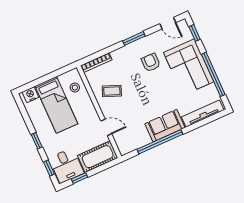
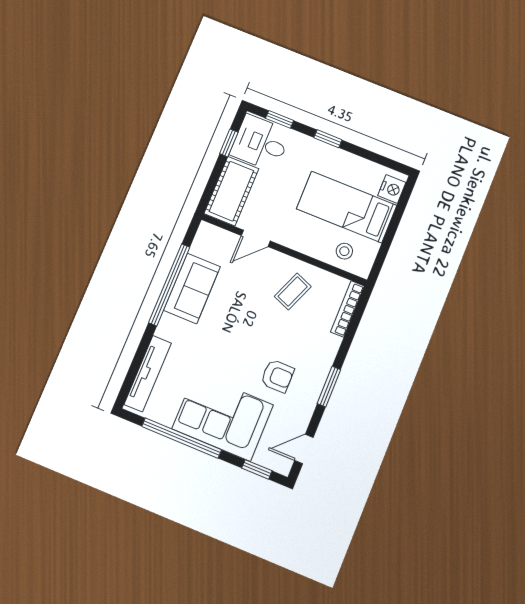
sofa: (165, 126) -> (192, 289), moved

